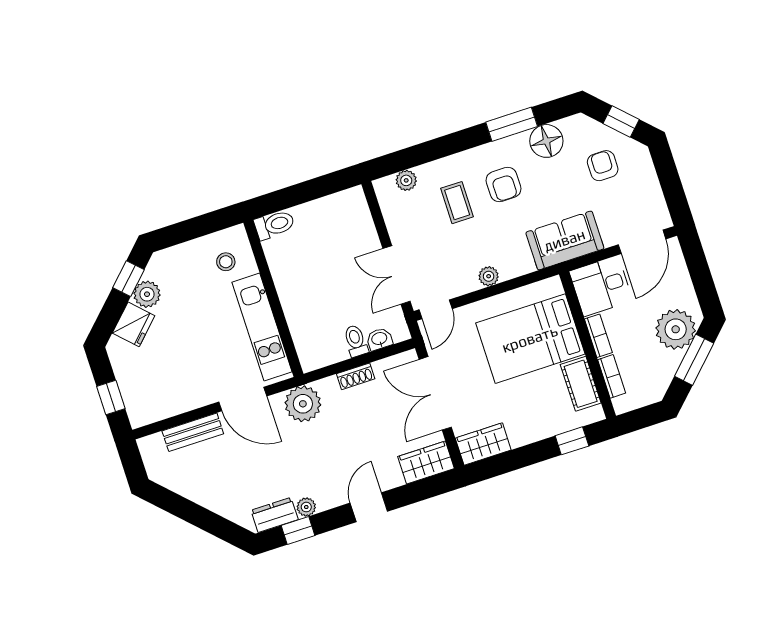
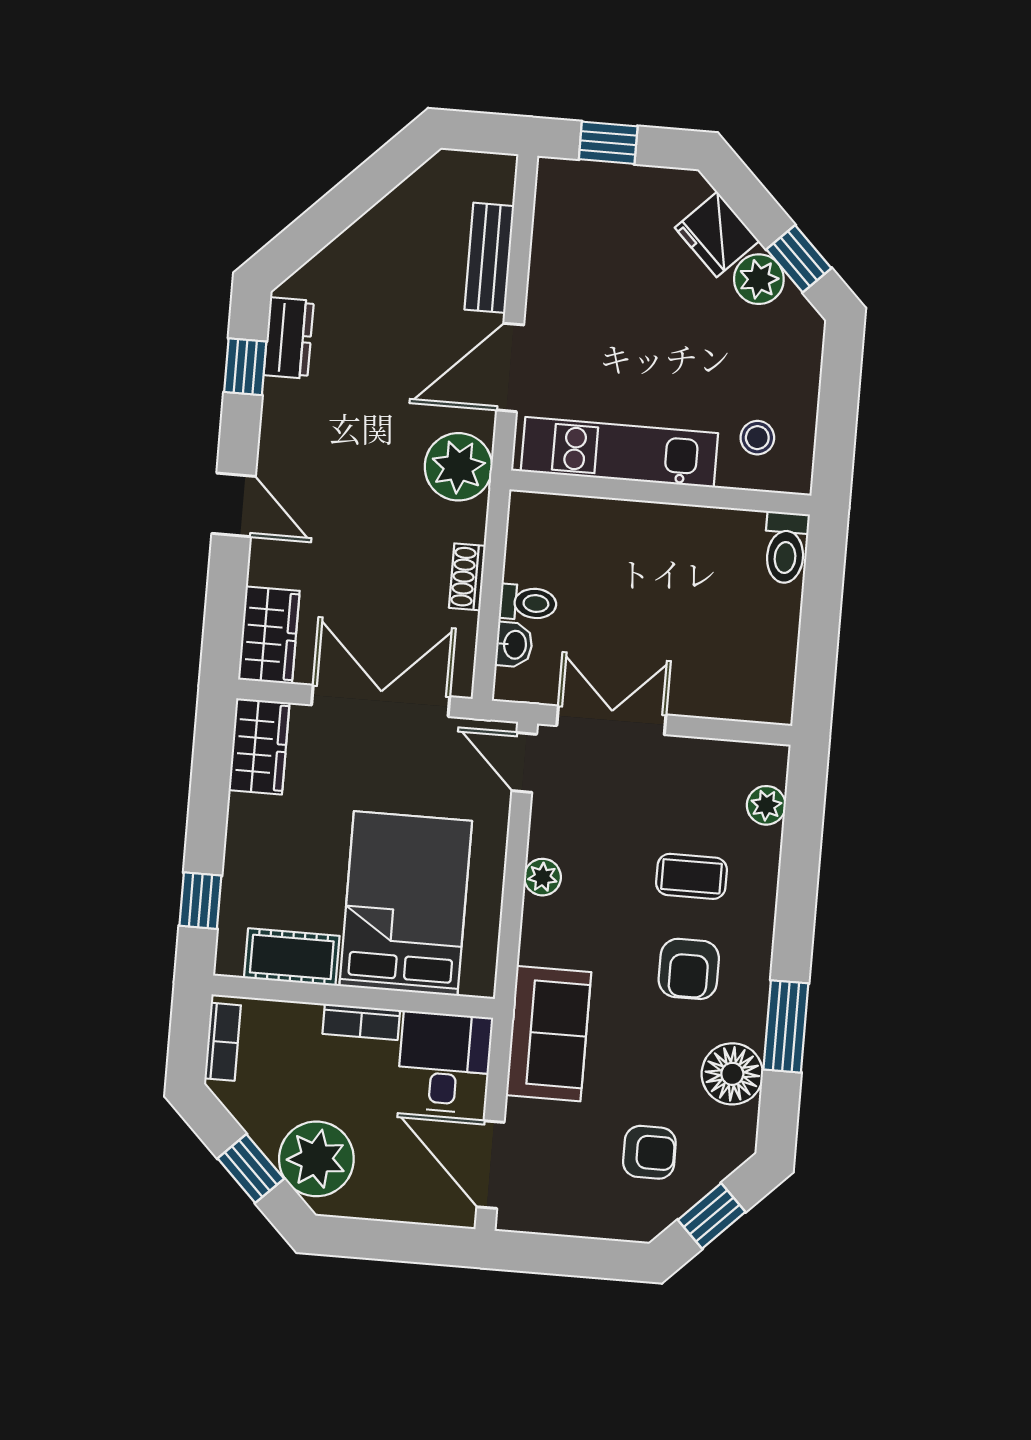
armchair: (504, 185) -> (689, 969), turned -90
window: (694, 360) -> (251, 1168), width x0.67
bookcase: (612, 376) -> (223, 1042), moved, turned -90
plant: (306, 507) -> (279, 398), removed

